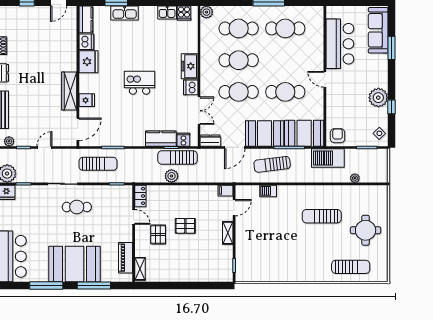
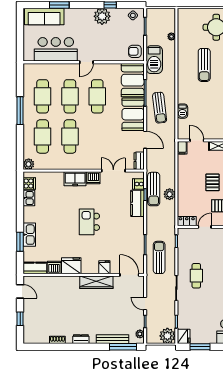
cafe table: (239, 92) -> (70, 96), moved

